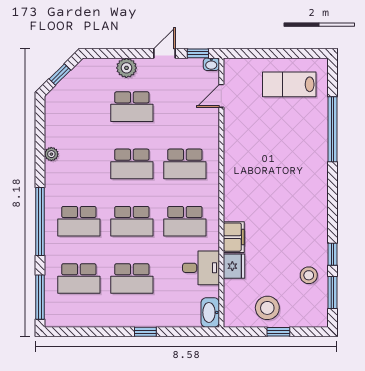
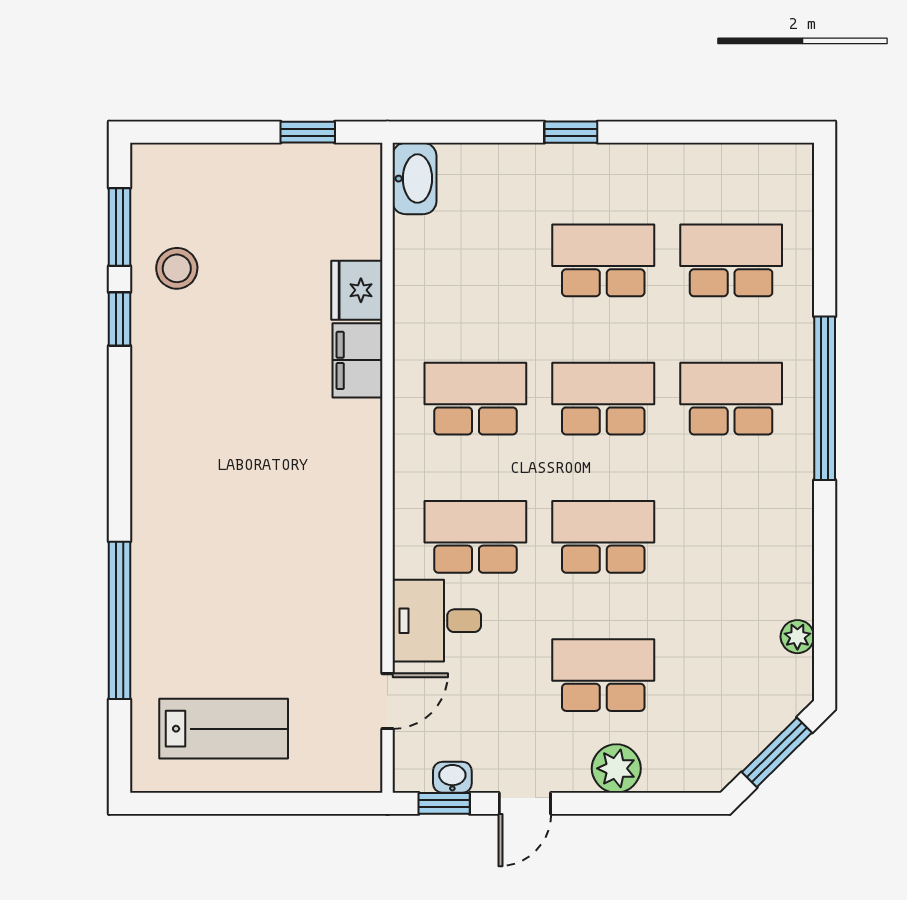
washbasin: (211, 64) -> (452, 777), moved
window: (60, 75) -> (777, 752), width x1.50
plant: (51, 154) -> (797, 637), moved
desk: (201, 268) -> (437, 621), moved
window: (40, 297) -> (825, 215), removed
stool: (267, 308) -> (277, 190), removed
window: (278, 332) -> (308, 132), moved

